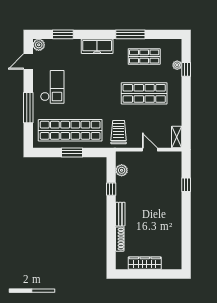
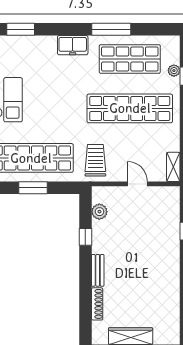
freezer: (97, 46) -> (73, 45), width x0.71
shop shelf: (144, 57) -> (130, 59), width x1.43, depth x1.36
shop shelf: (144, 93) -> (130, 108), width x1.40

